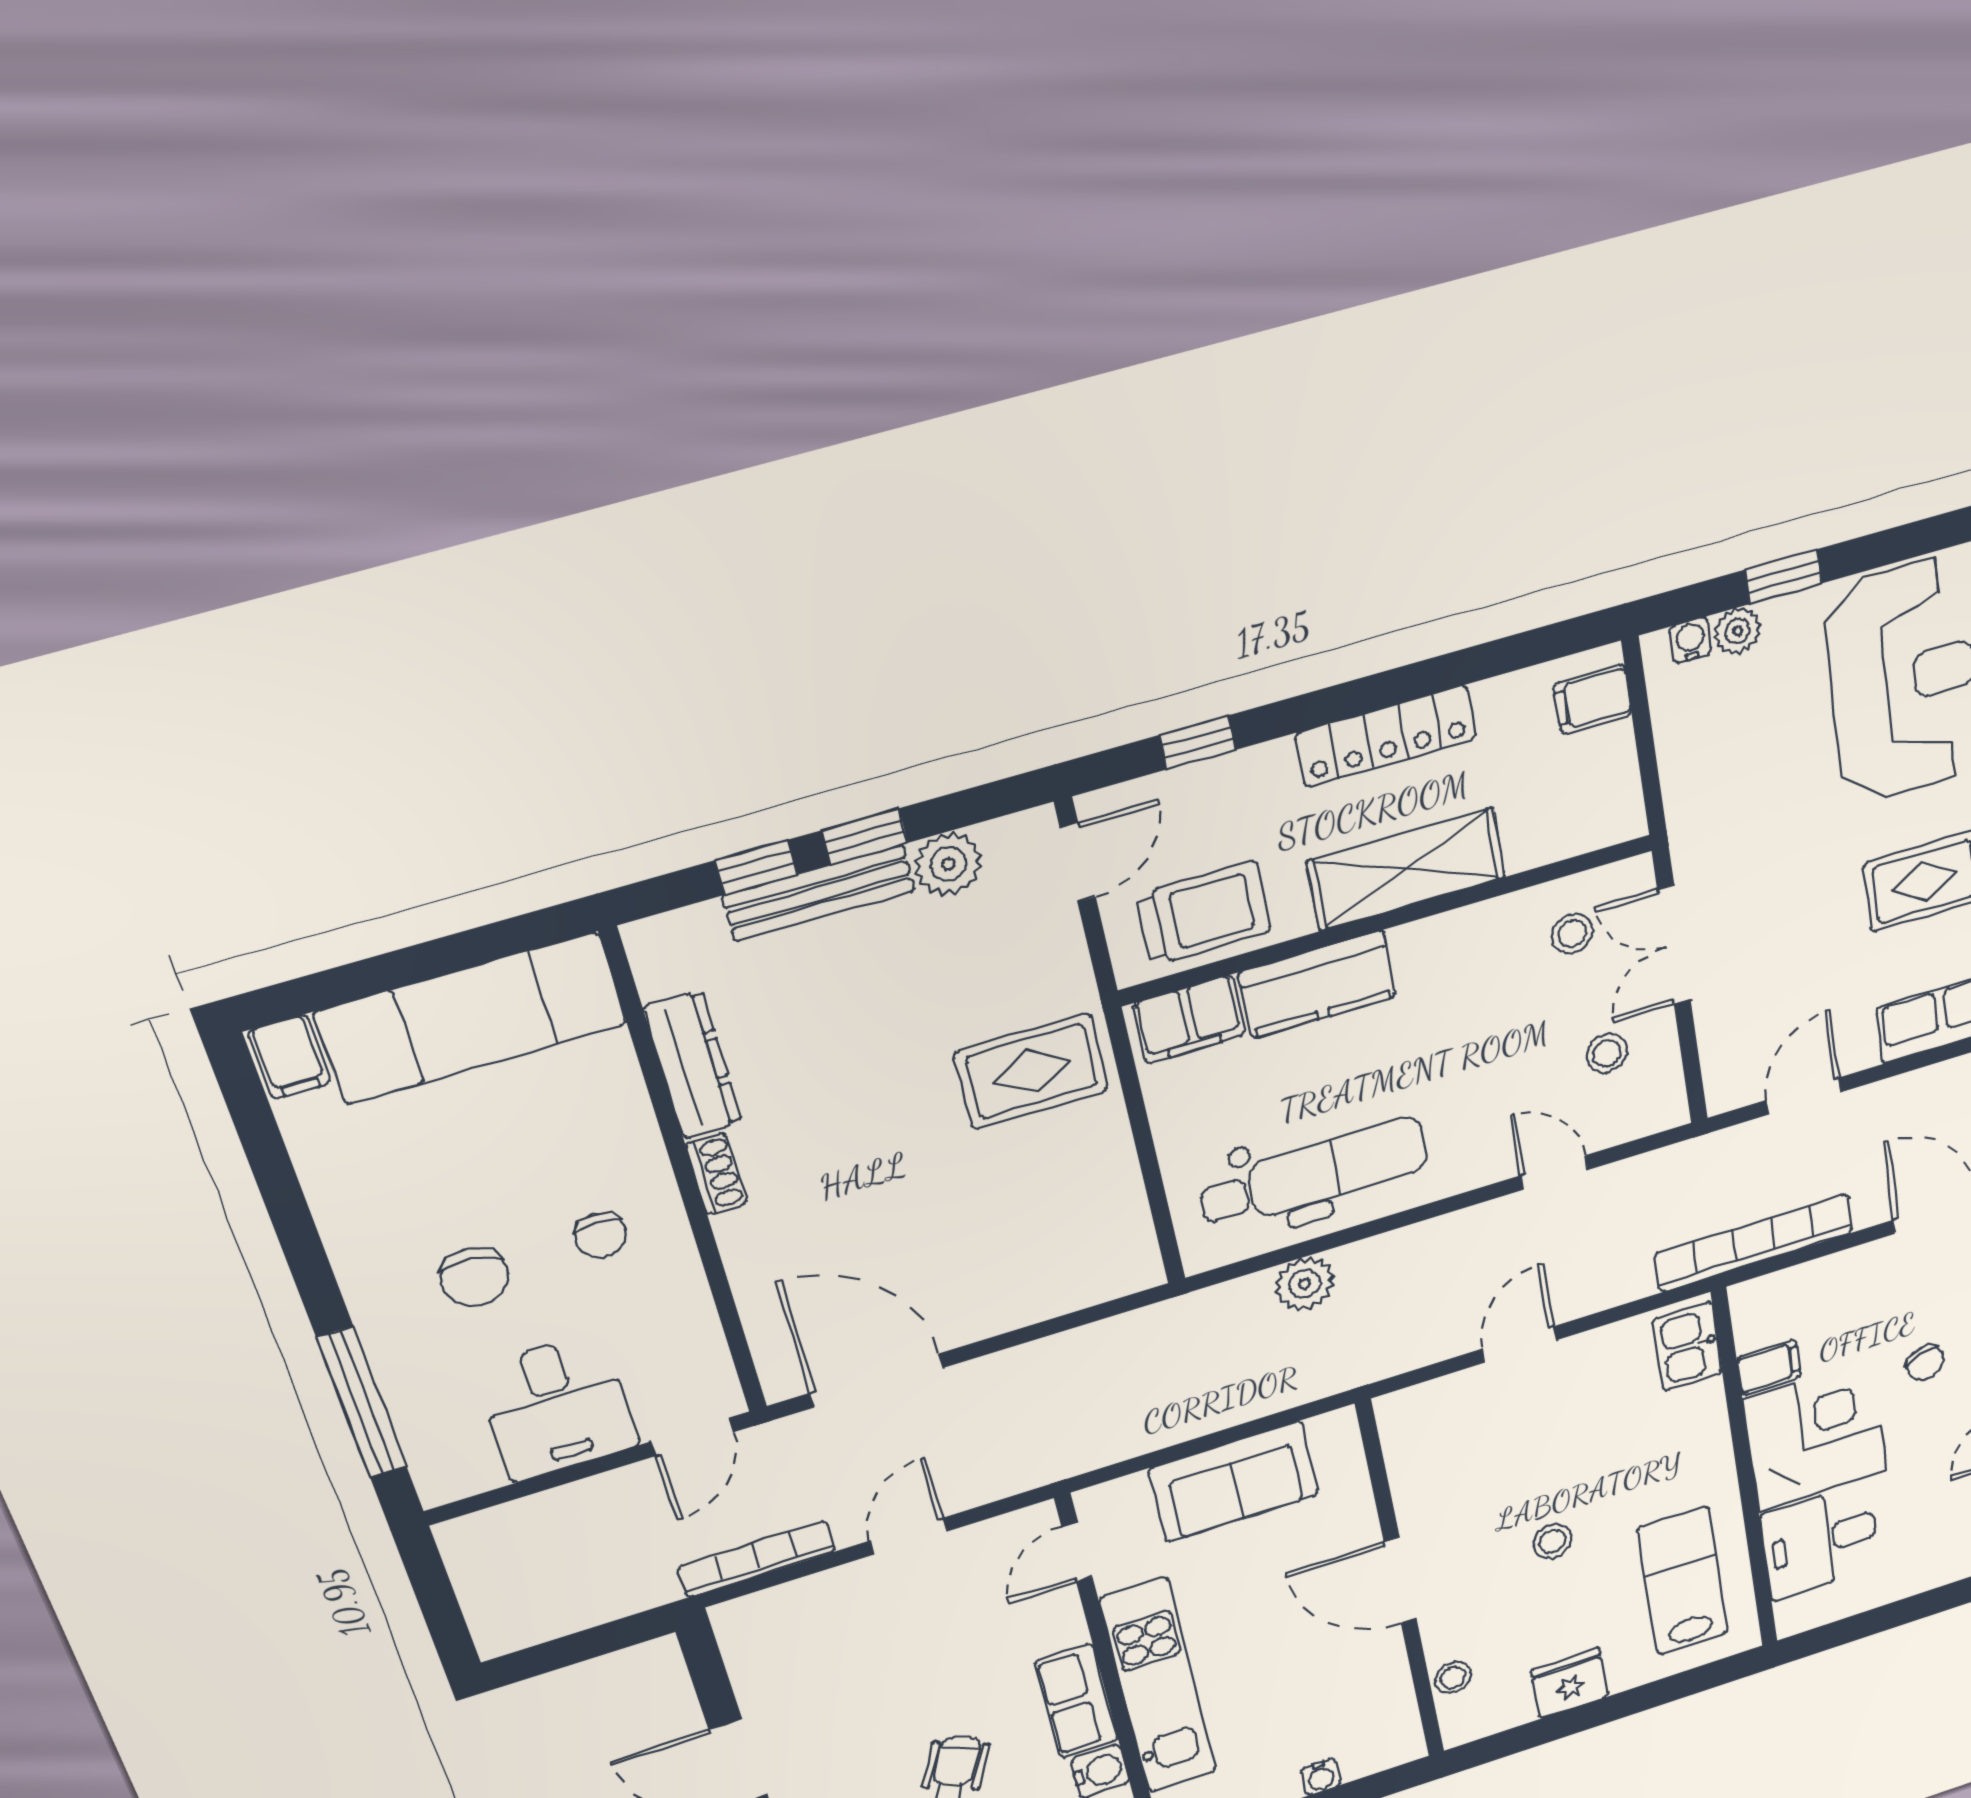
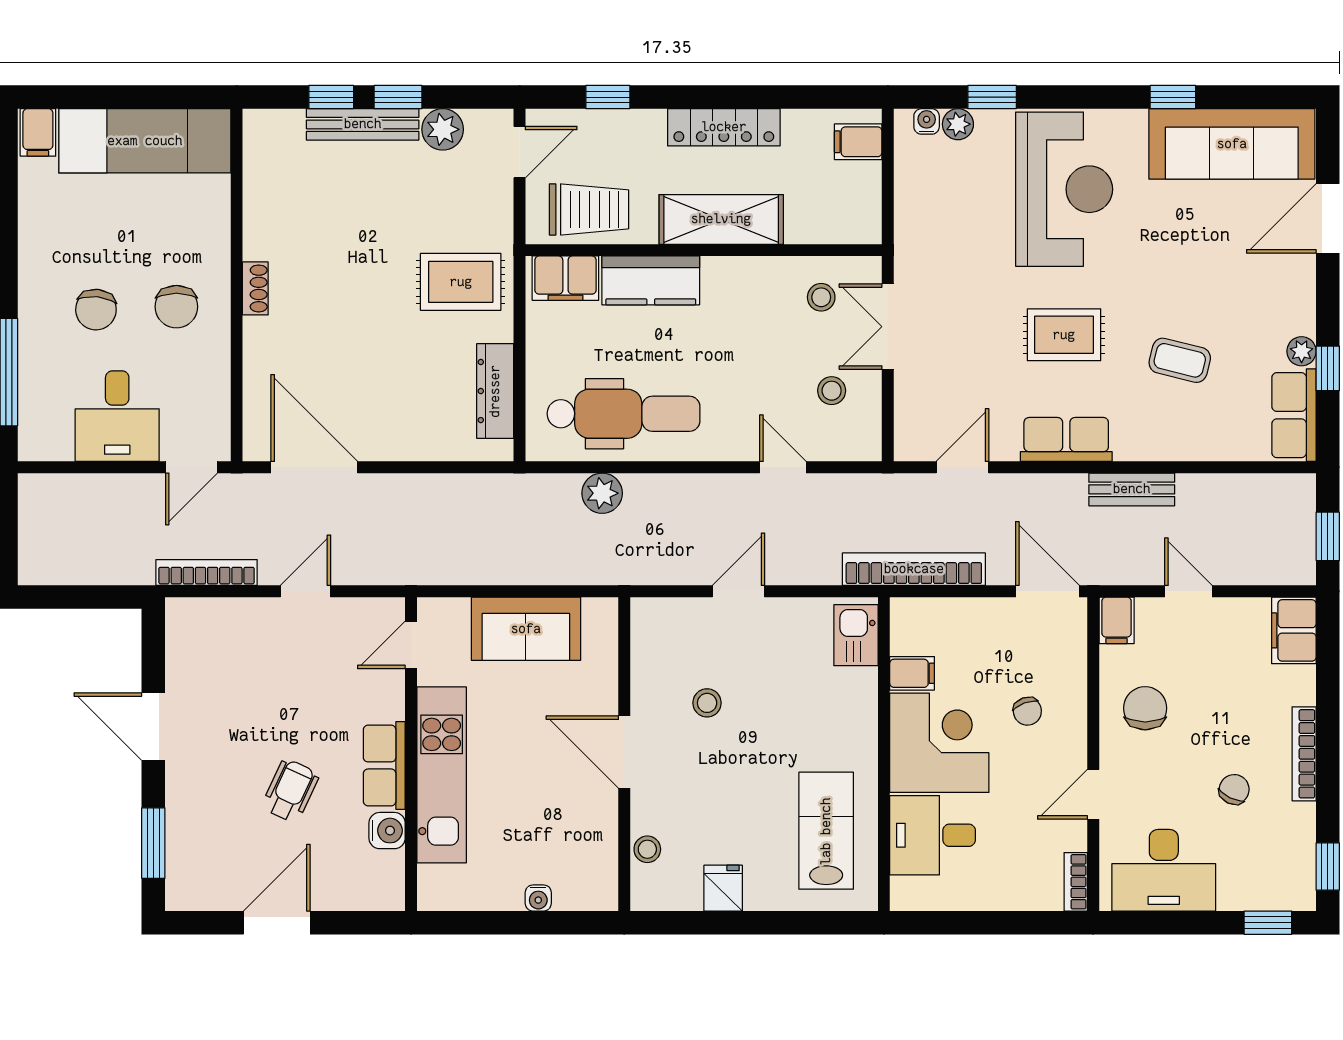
dresser: (693, 1065) -> (495, 391), moved, turned 180
chair: (600, 1235) -> (176, 307), width x1.37, depth x1.37
stool: (1552, 1541) -> (707, 703), moved
fridge: (1570, 1684) -> (723, 888), width x0.72

